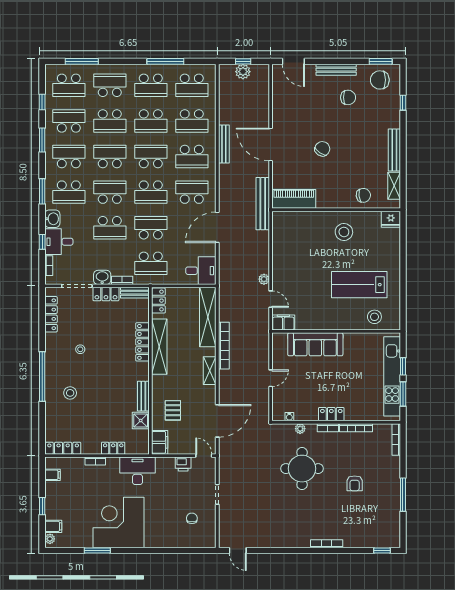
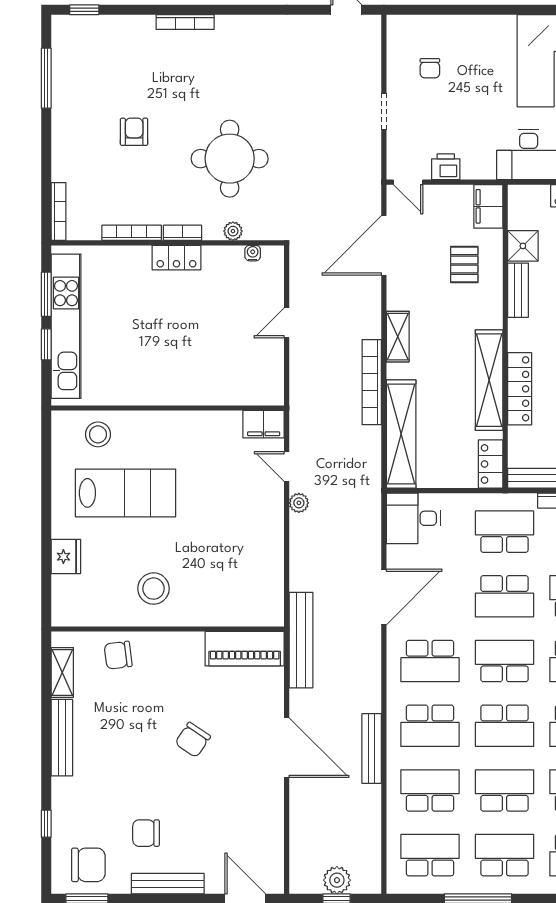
school desk: (192, 157) -> (430, 726), turned 180
fridge: (391, 219) -> (66, 557), moved, turned 90
sofa: (315, 344) -> (205, 384), removed
window: (403, 495) -> (46, 78), moved

